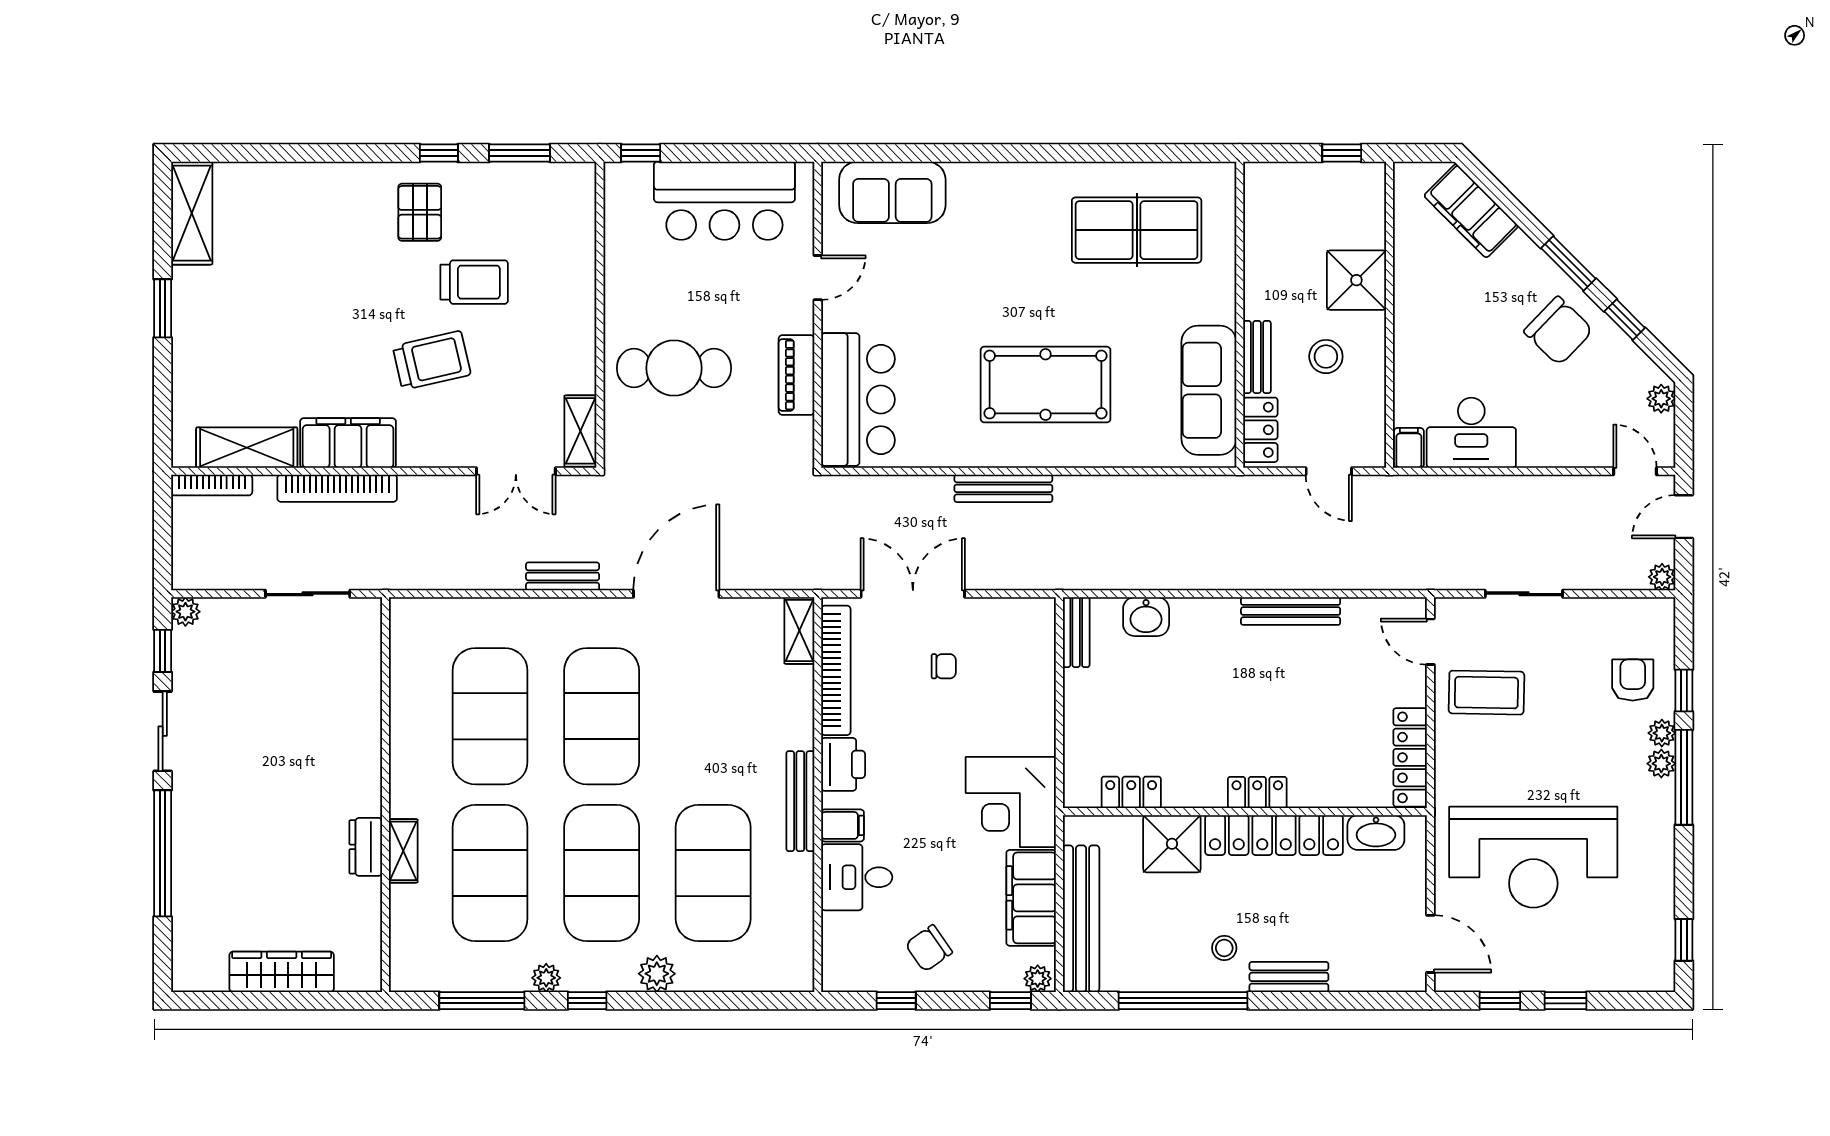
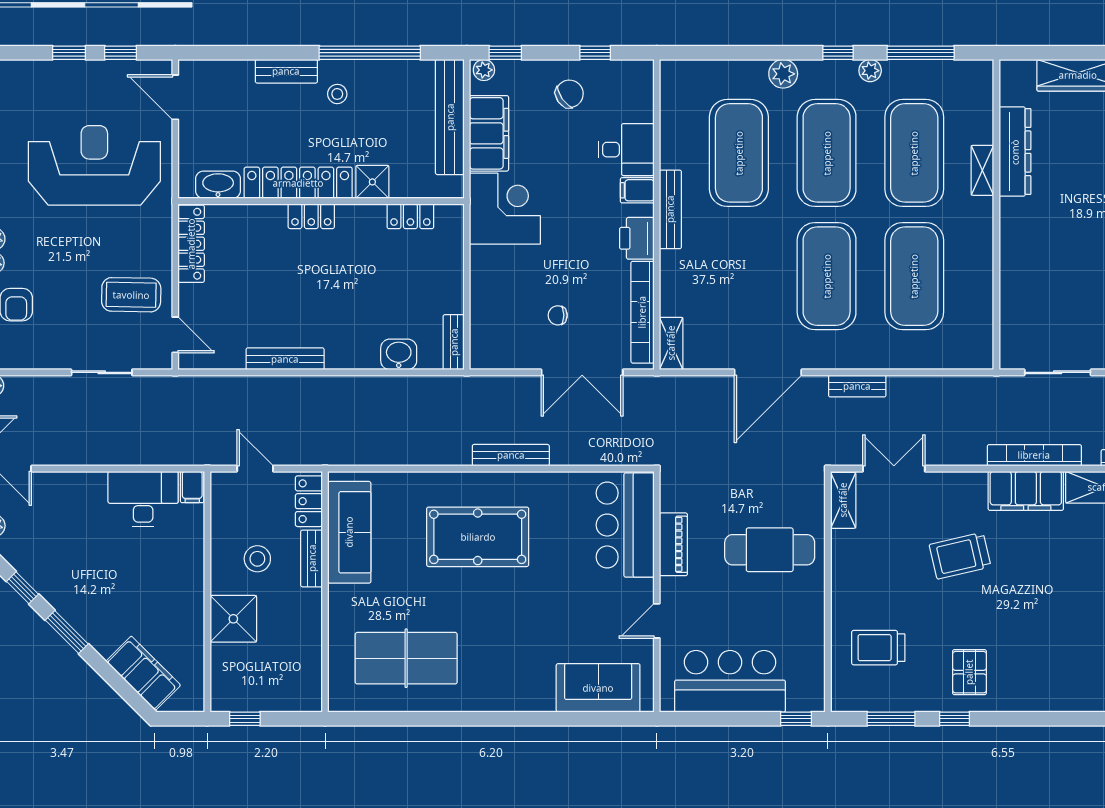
trolley: (474, 282) -> (878, 648), moved
chair: (1558, 331) -> (75, 579), removed
shower: (1172, 844) -> (372, 182), width x0.73, depth x0.73
dresser: (366, 847) -> (1015, 152), width x1.96, depth x1.24

